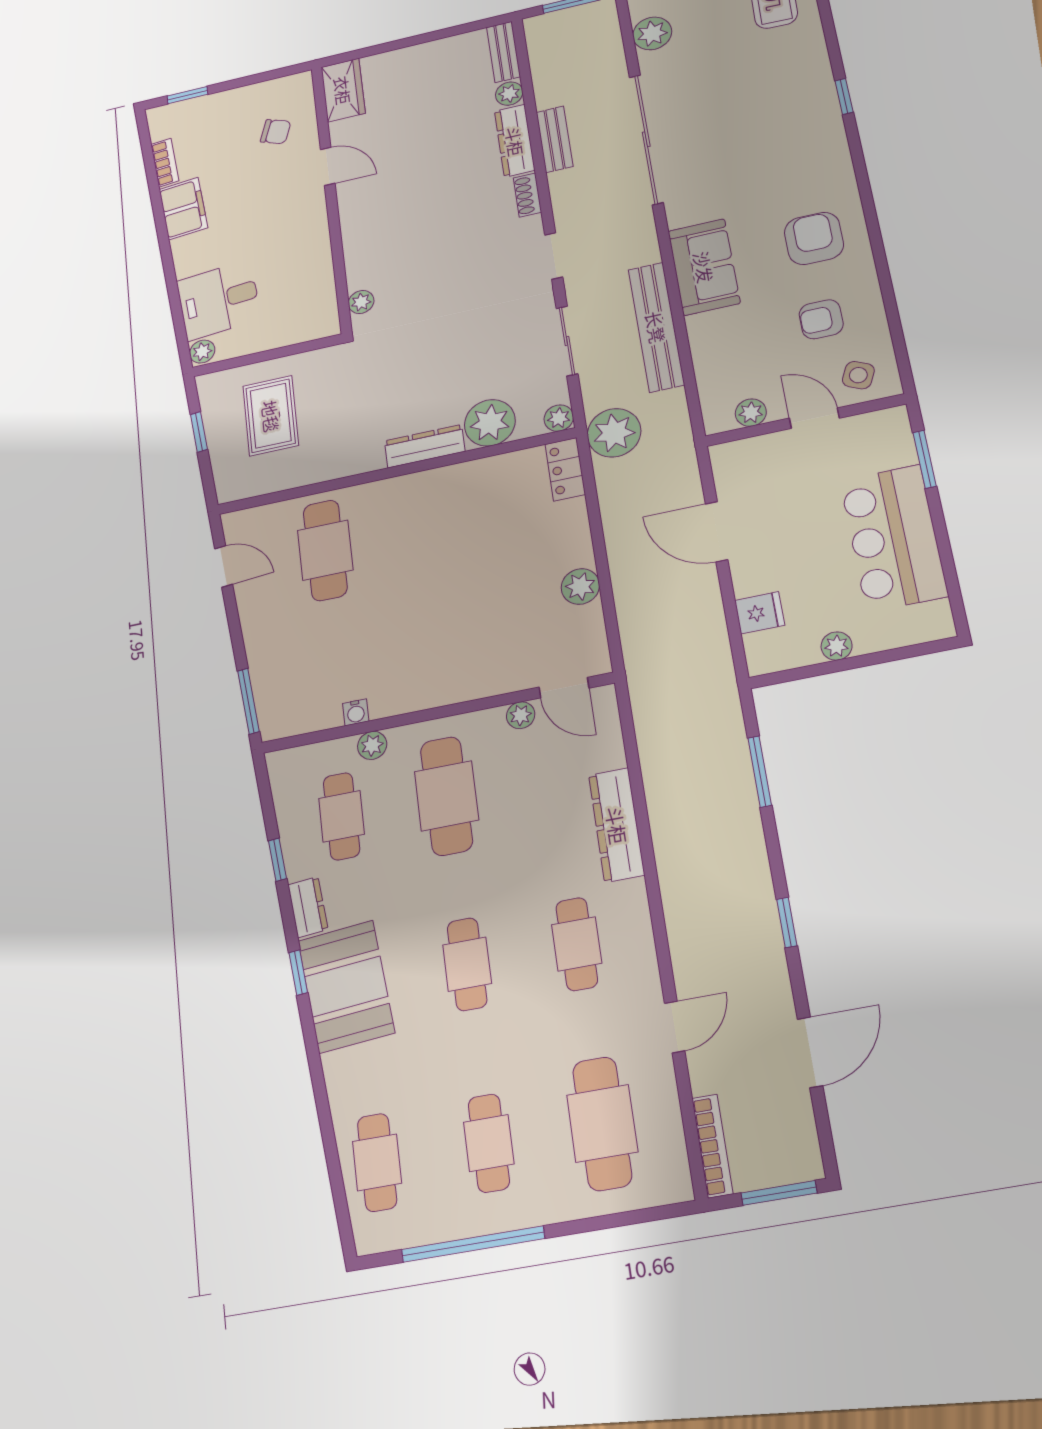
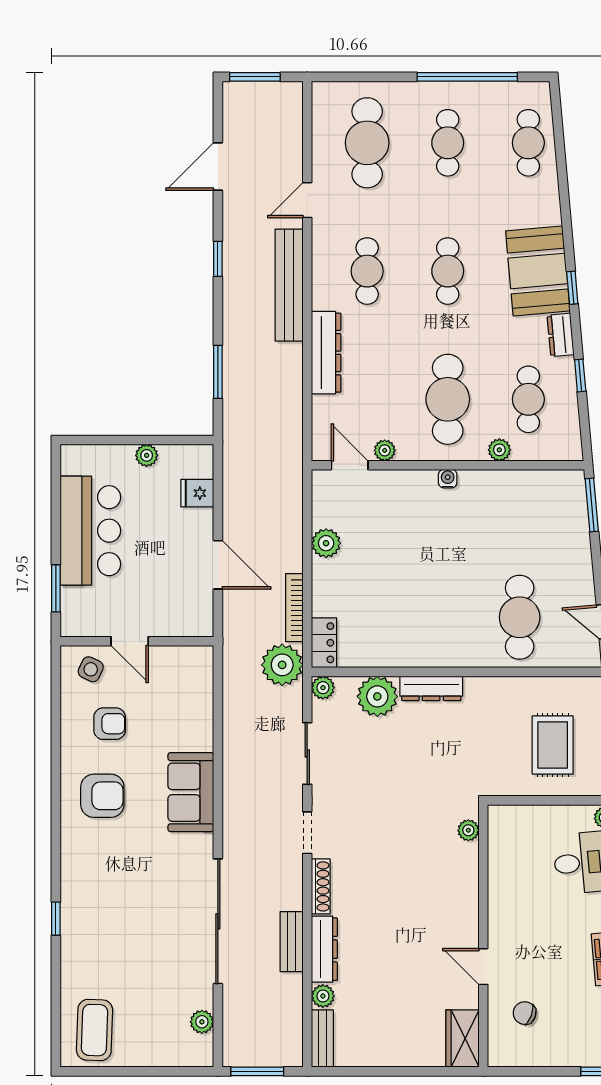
plant: (652, 33) -> (202, 1022), width x0.73, depth x0.73
shoe rack: (527, 195) -> (321, 886), width x1.43
armchair: (814, 238) -> (102, 796), turned -90
bench: (656, 327) -> (289, 285), moved
plant: (751, 413) -> (176, 657), removed
water cooler: (356, 712) -> (448, 479), moved
bookcase: (712, 1146) -> (294, 608), moved

